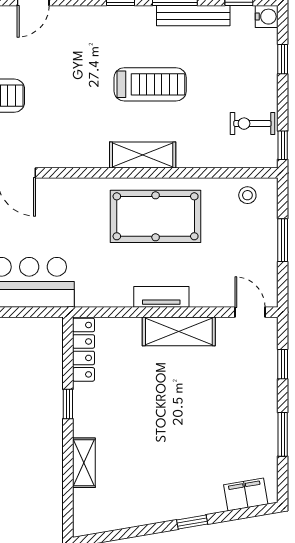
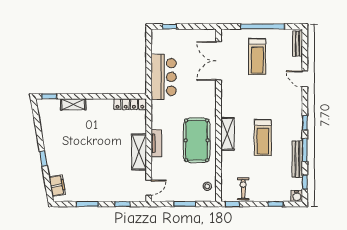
window: (68, 404) -> (49, 96), moved

